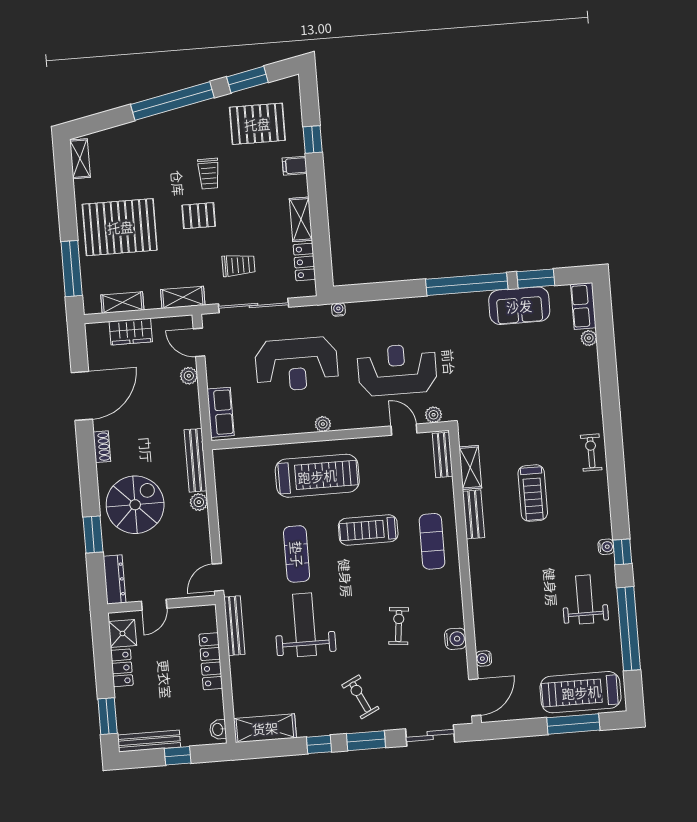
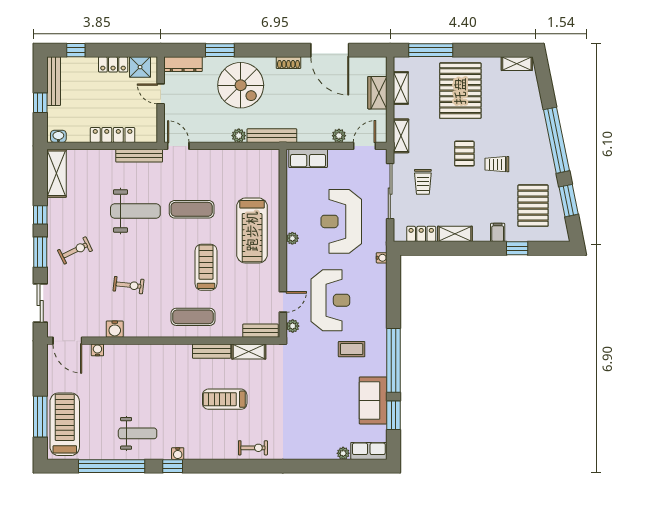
coffee table: (457, 338) -> (352, 349), added
window: (108, 716) -> (76, 50), width x0.67

